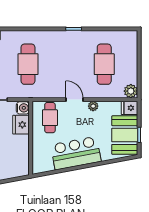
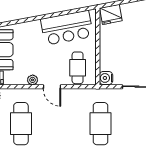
fridge: (21, 125) -> (111, 14), moved, turned 79
bar counter: (76, 153) -> (67, 28), moved

